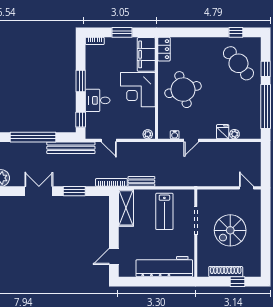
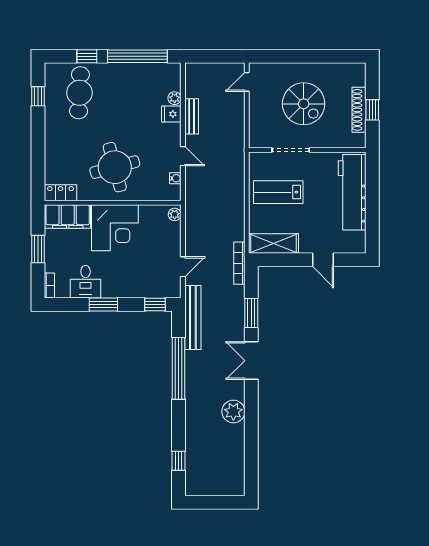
cafe table: (238, 63) -> (79, 93), turned -48
desk: (98, 100) -> (86, 282), moved
bench: (141, 181) -> (192, 116), moved
lab bench: (164, 211) -> (278, 192), turned 180
door: (114, 256) -> (323, 260), moved
window: (238, 282) -> (372, 110), moved

